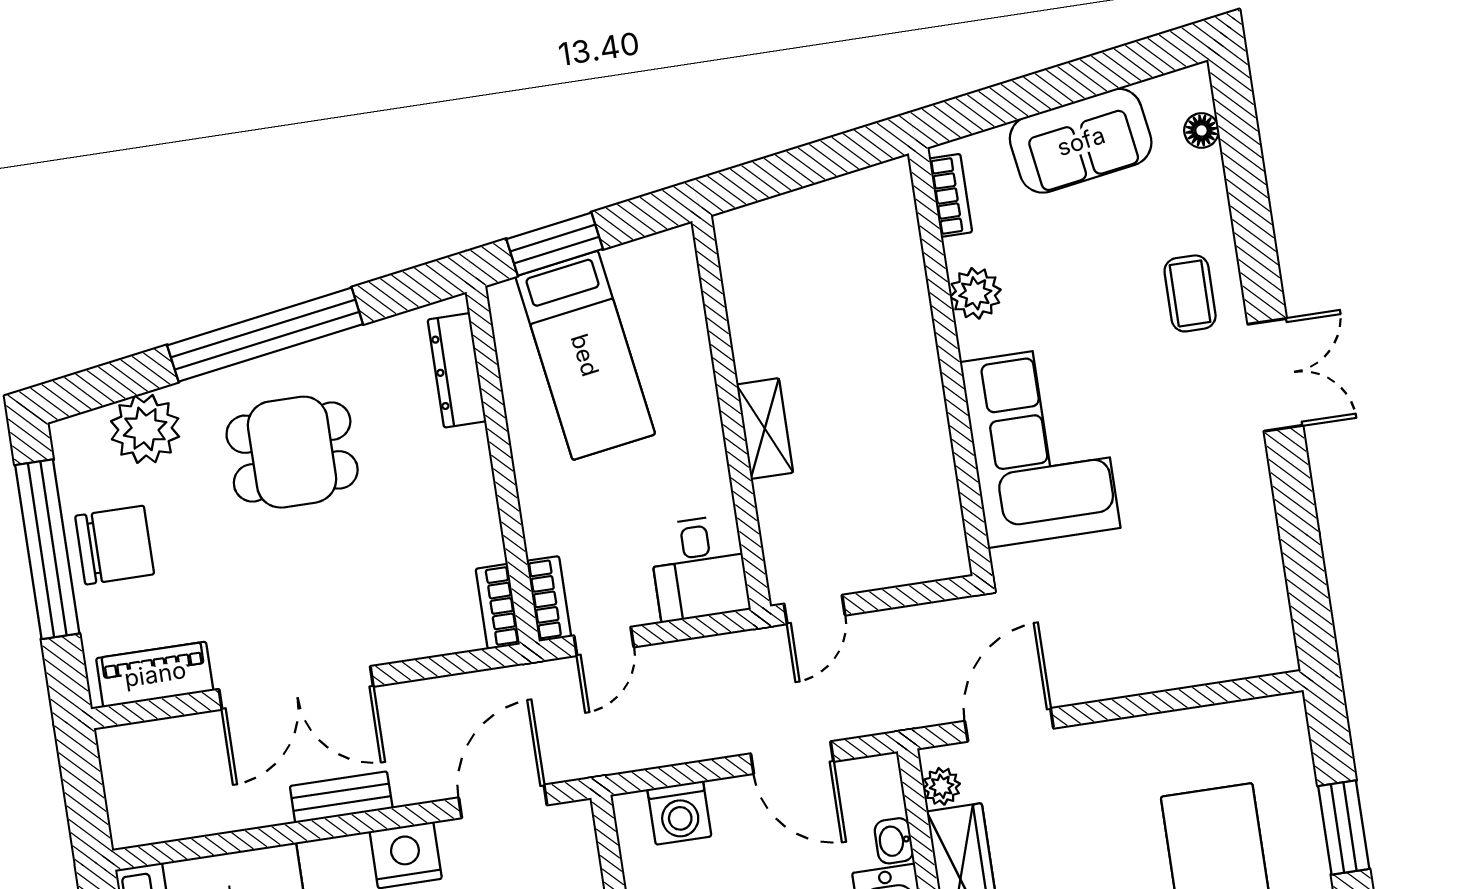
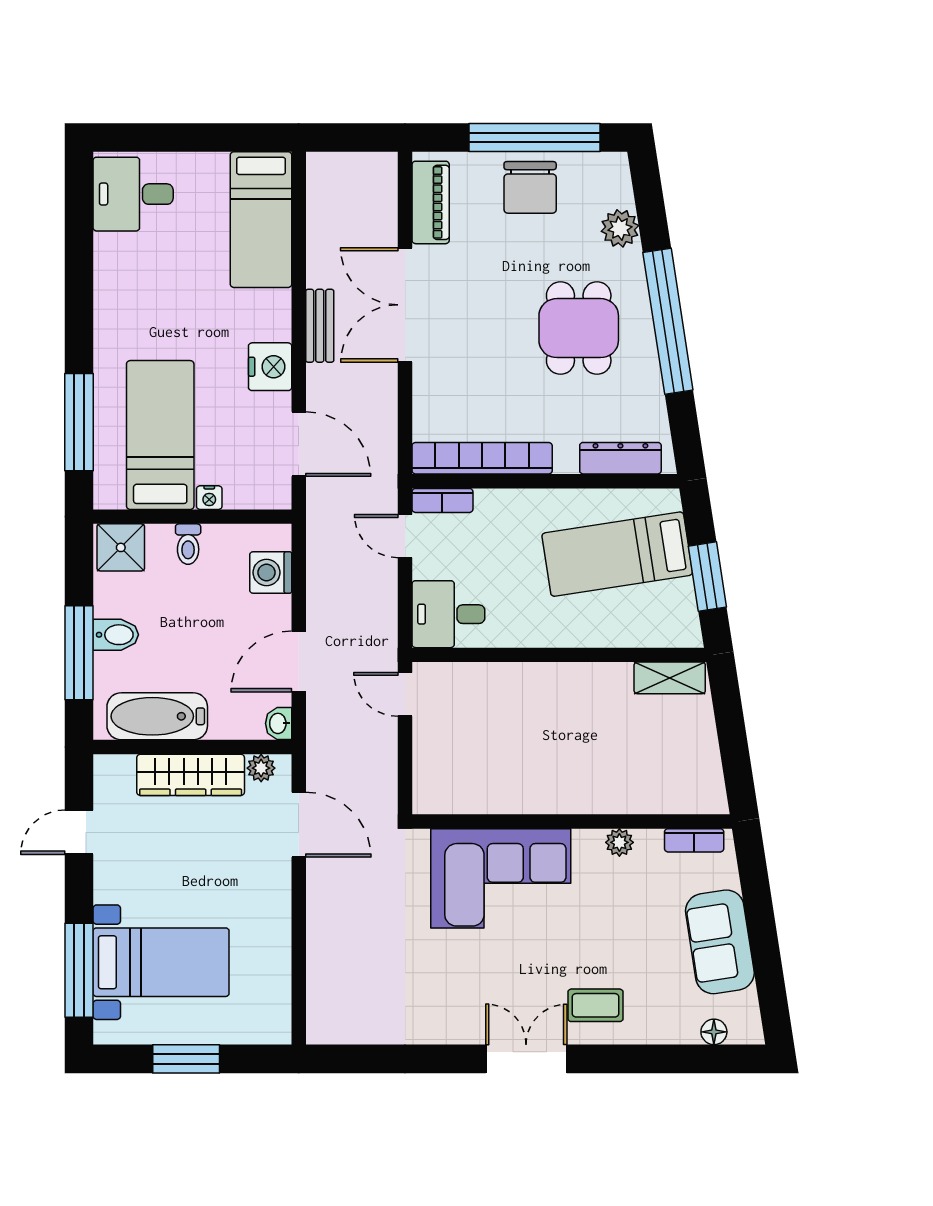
window: (555, 244) -> (707, 577), moved
plant: (975, 293) -> (619, 842), width x0.73, depth x0.73
double door: (1275, 375) -> (526, 1059), swing flipped
plant: (145, 429) -> (620, 228), width x0.73, depth x0.73
shelving: (765, 429) -> (670, 678), moved
bookcase: (498, 607) -> (482, 458), width x2.31, depth x1.31
washbasin: (894, 841) -> (279, 723), moved, turned -90

